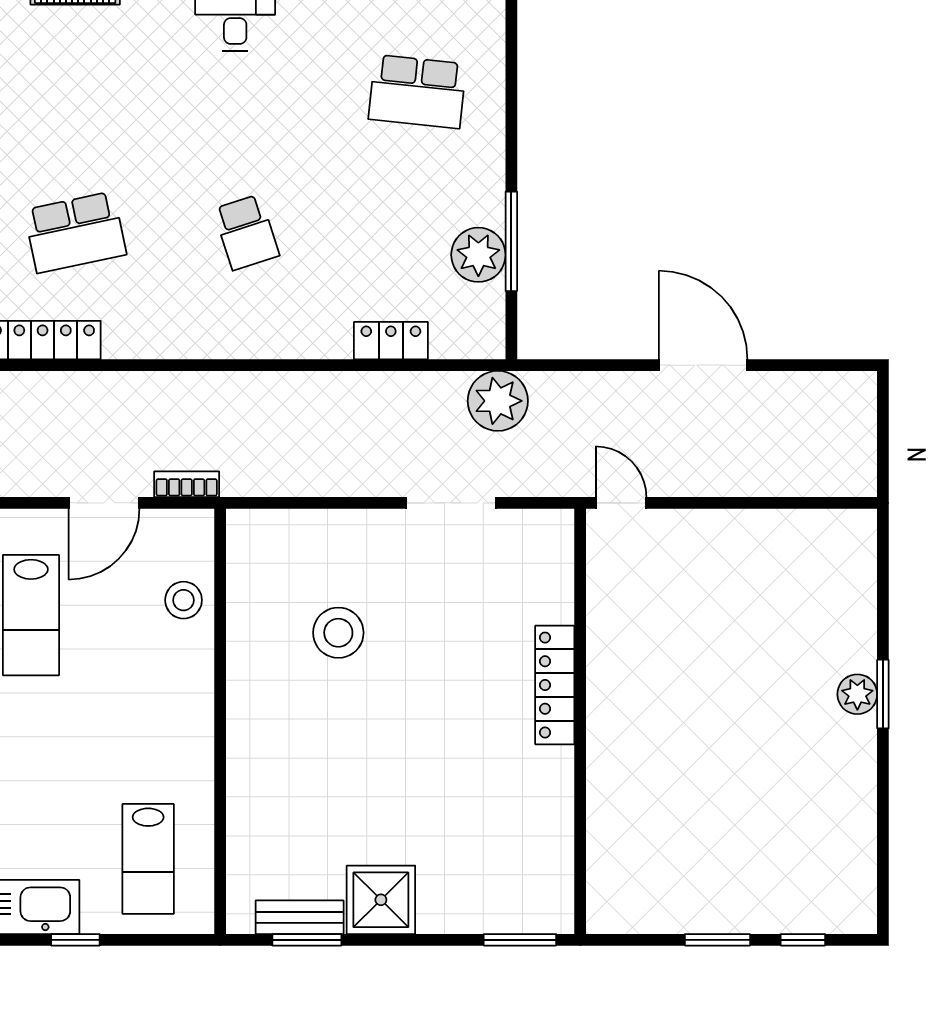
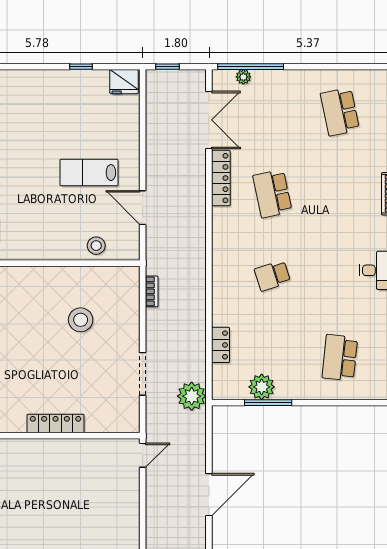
bookcase: (187, 484) -> (152, 291), moved

